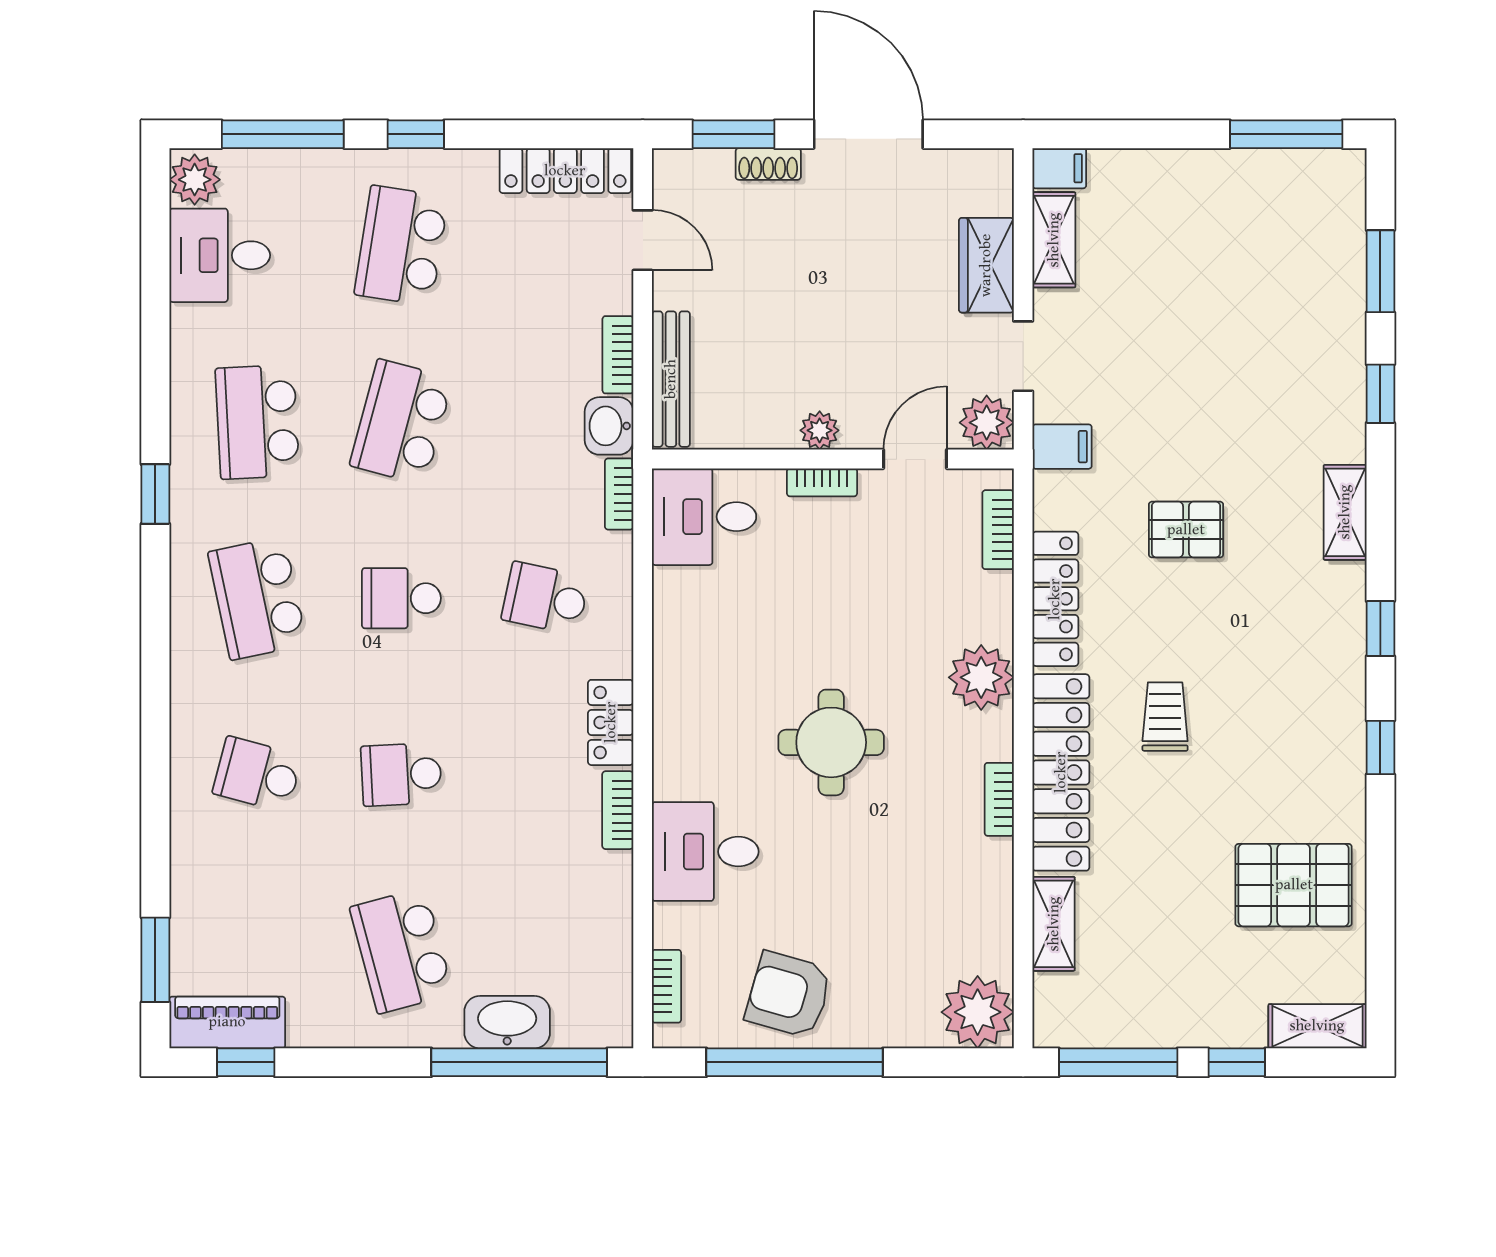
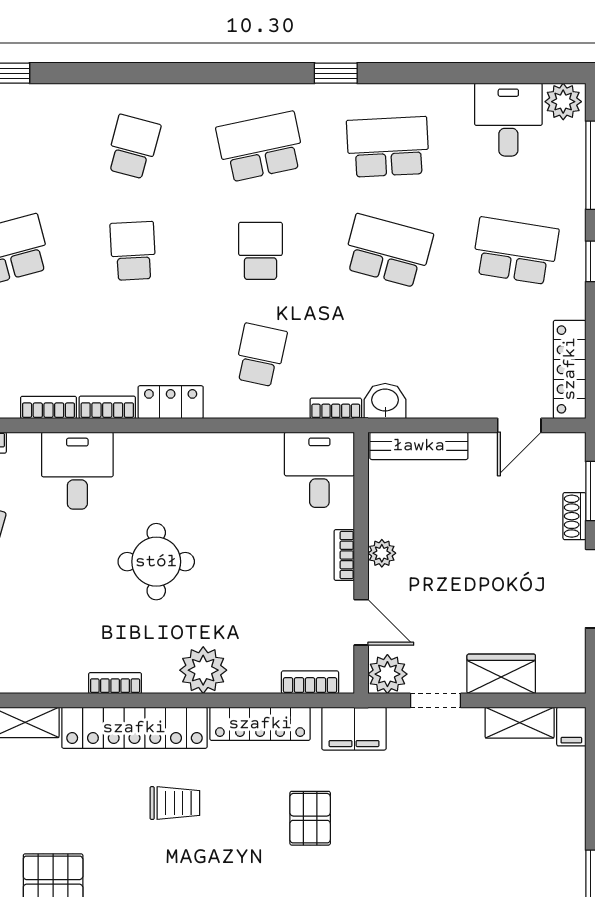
bookcase: (618, 355) -> (48, 407), moved
filing cabinet: (1062, 447) -> (354, 729), width x2.00

